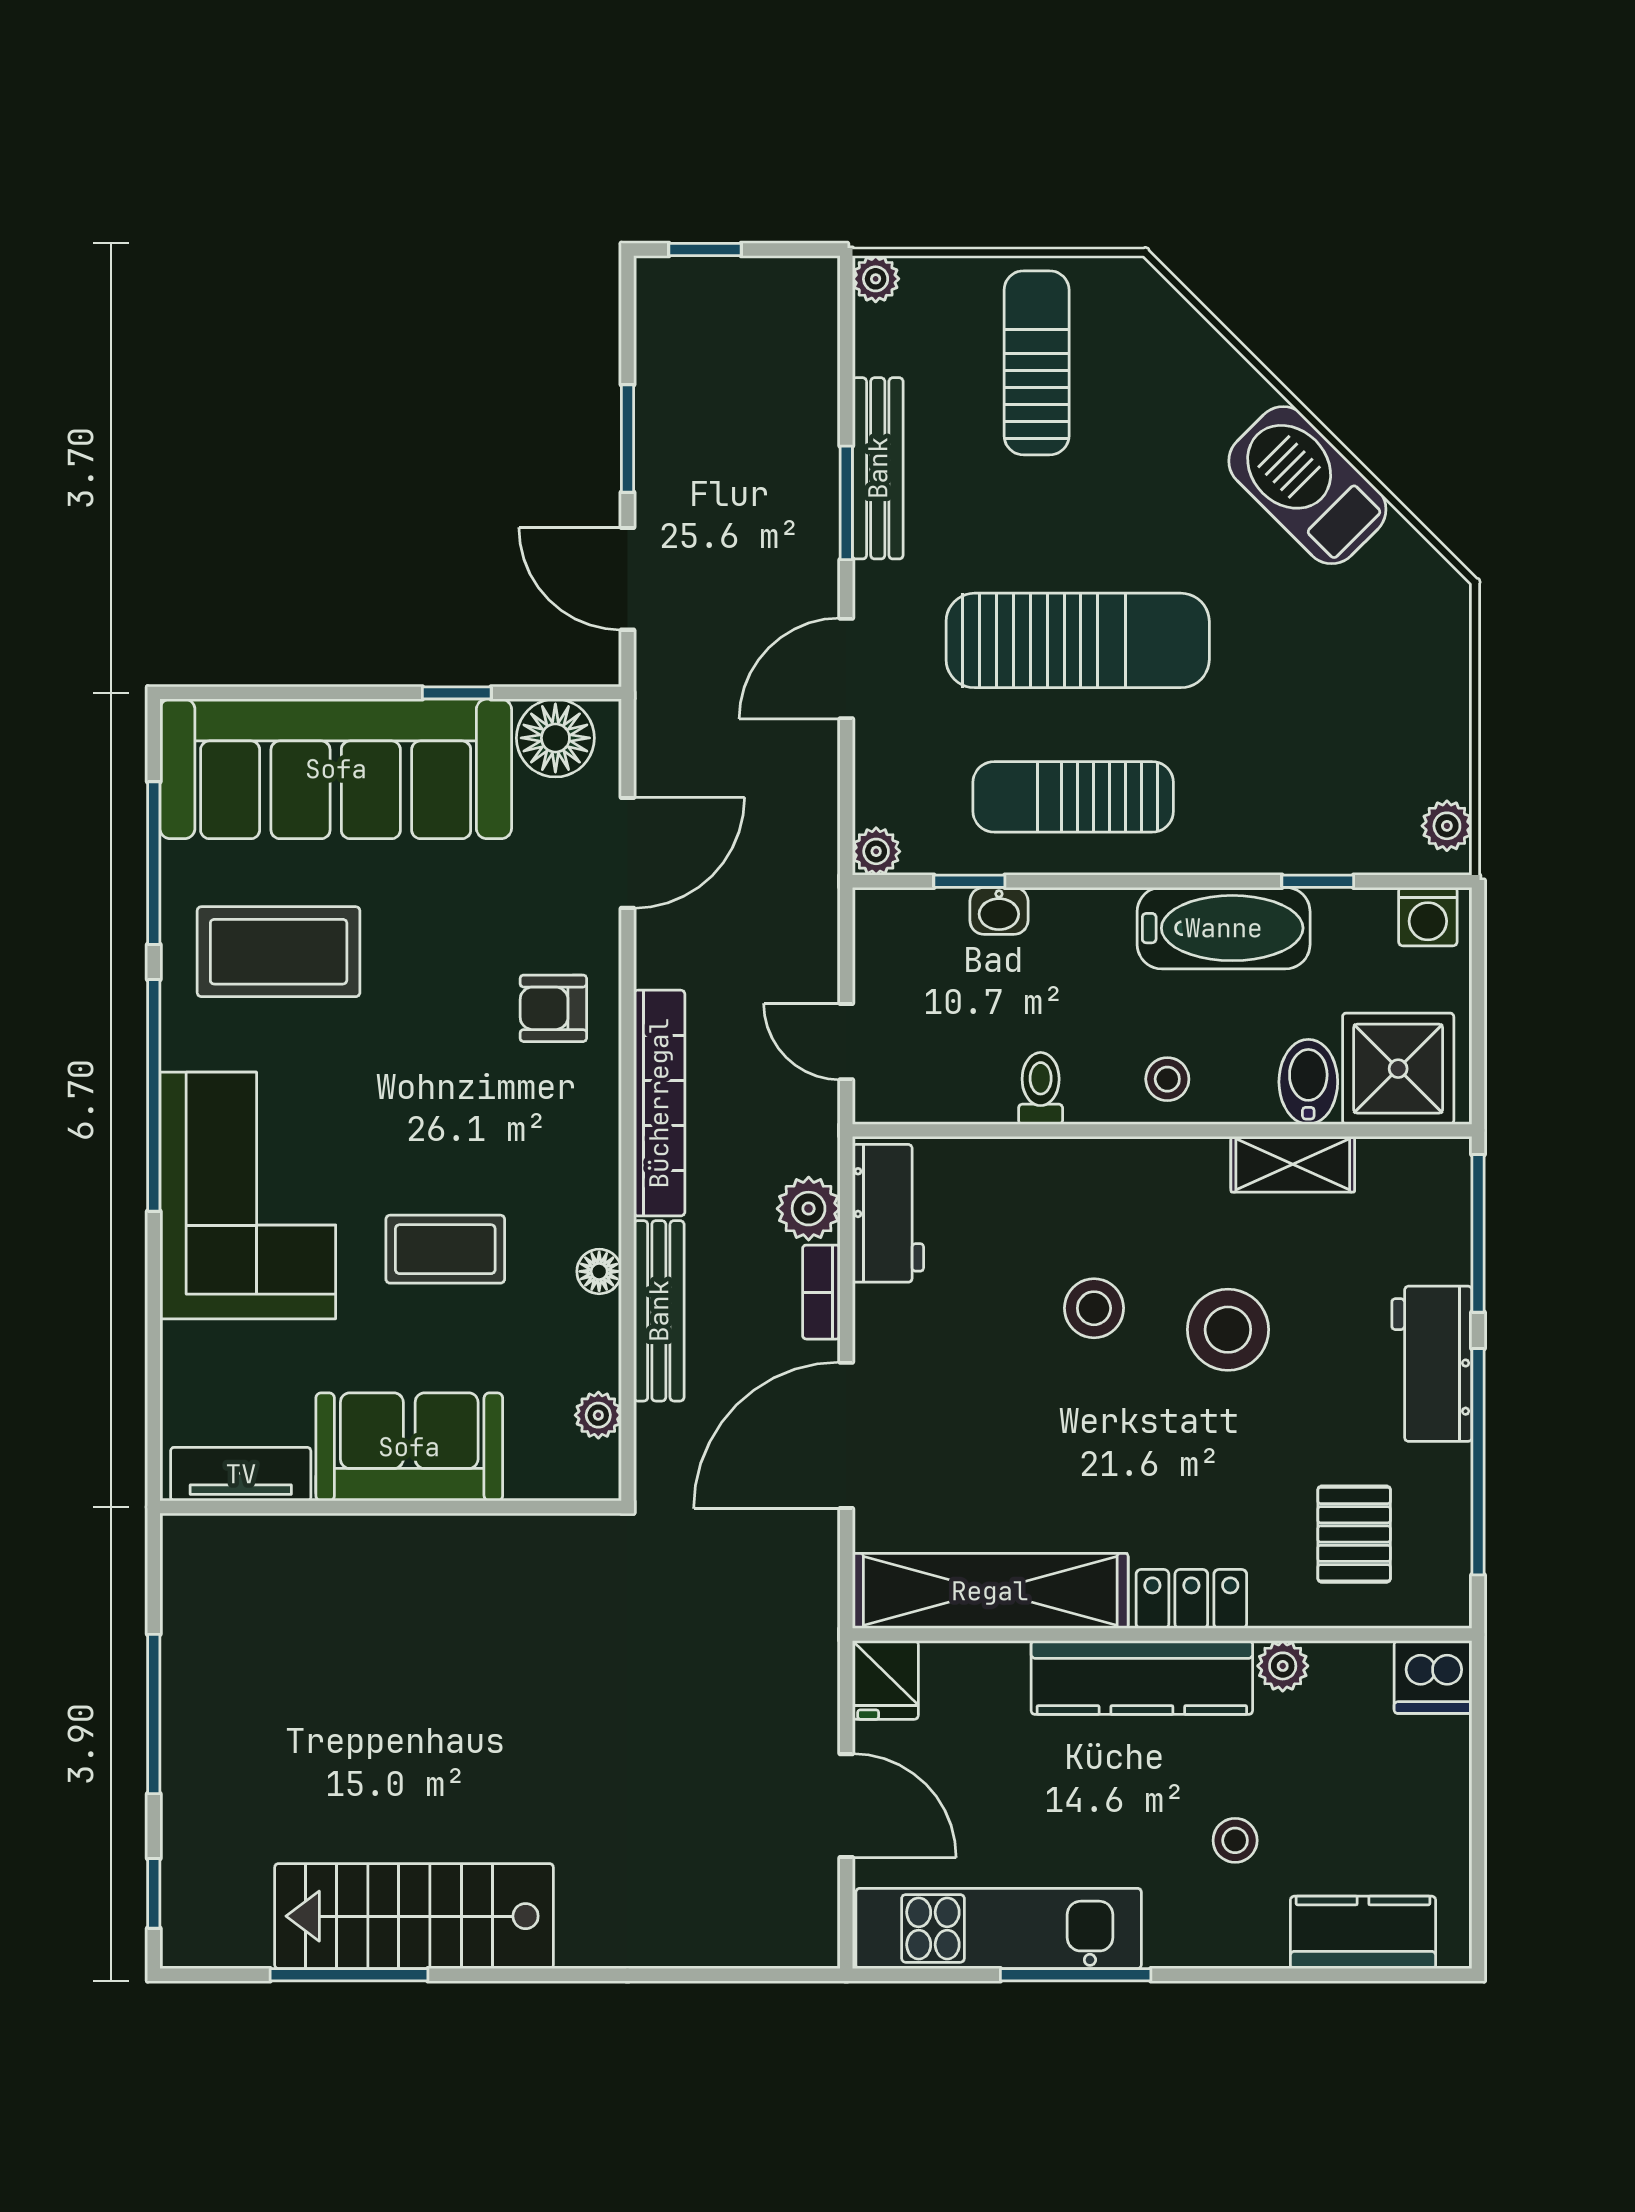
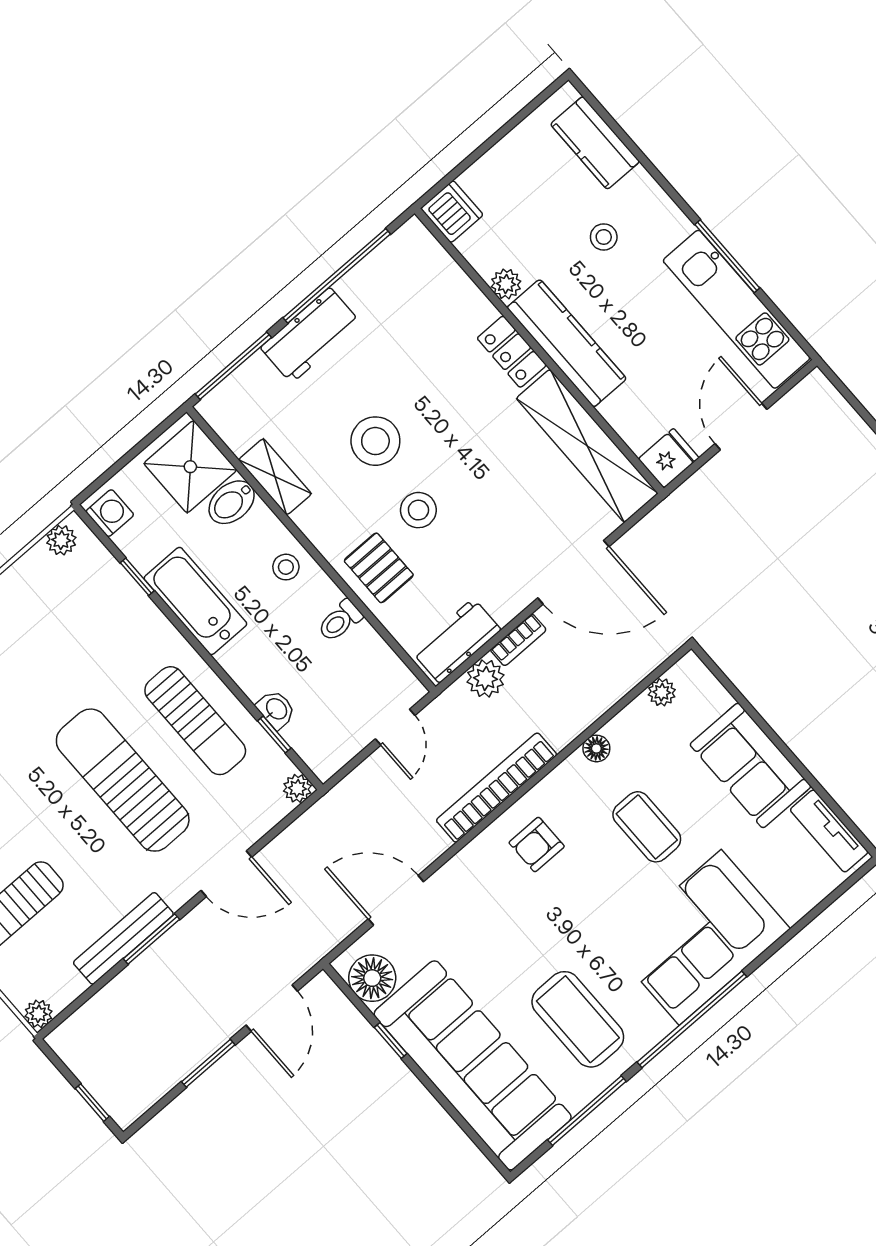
armchair: (553, 1008) -> (537, 845), moved, turned 90
bench: (659, 1311) -> (591, 706), removed
pallet: (1354, 1534) -> (379, 568), moved, turned 90

